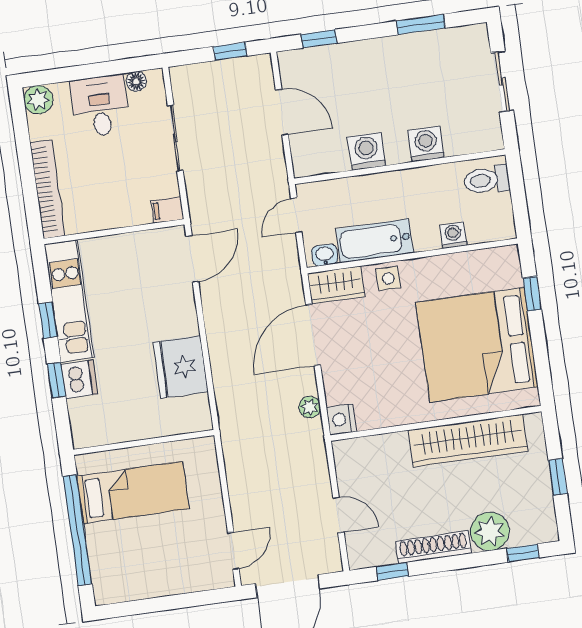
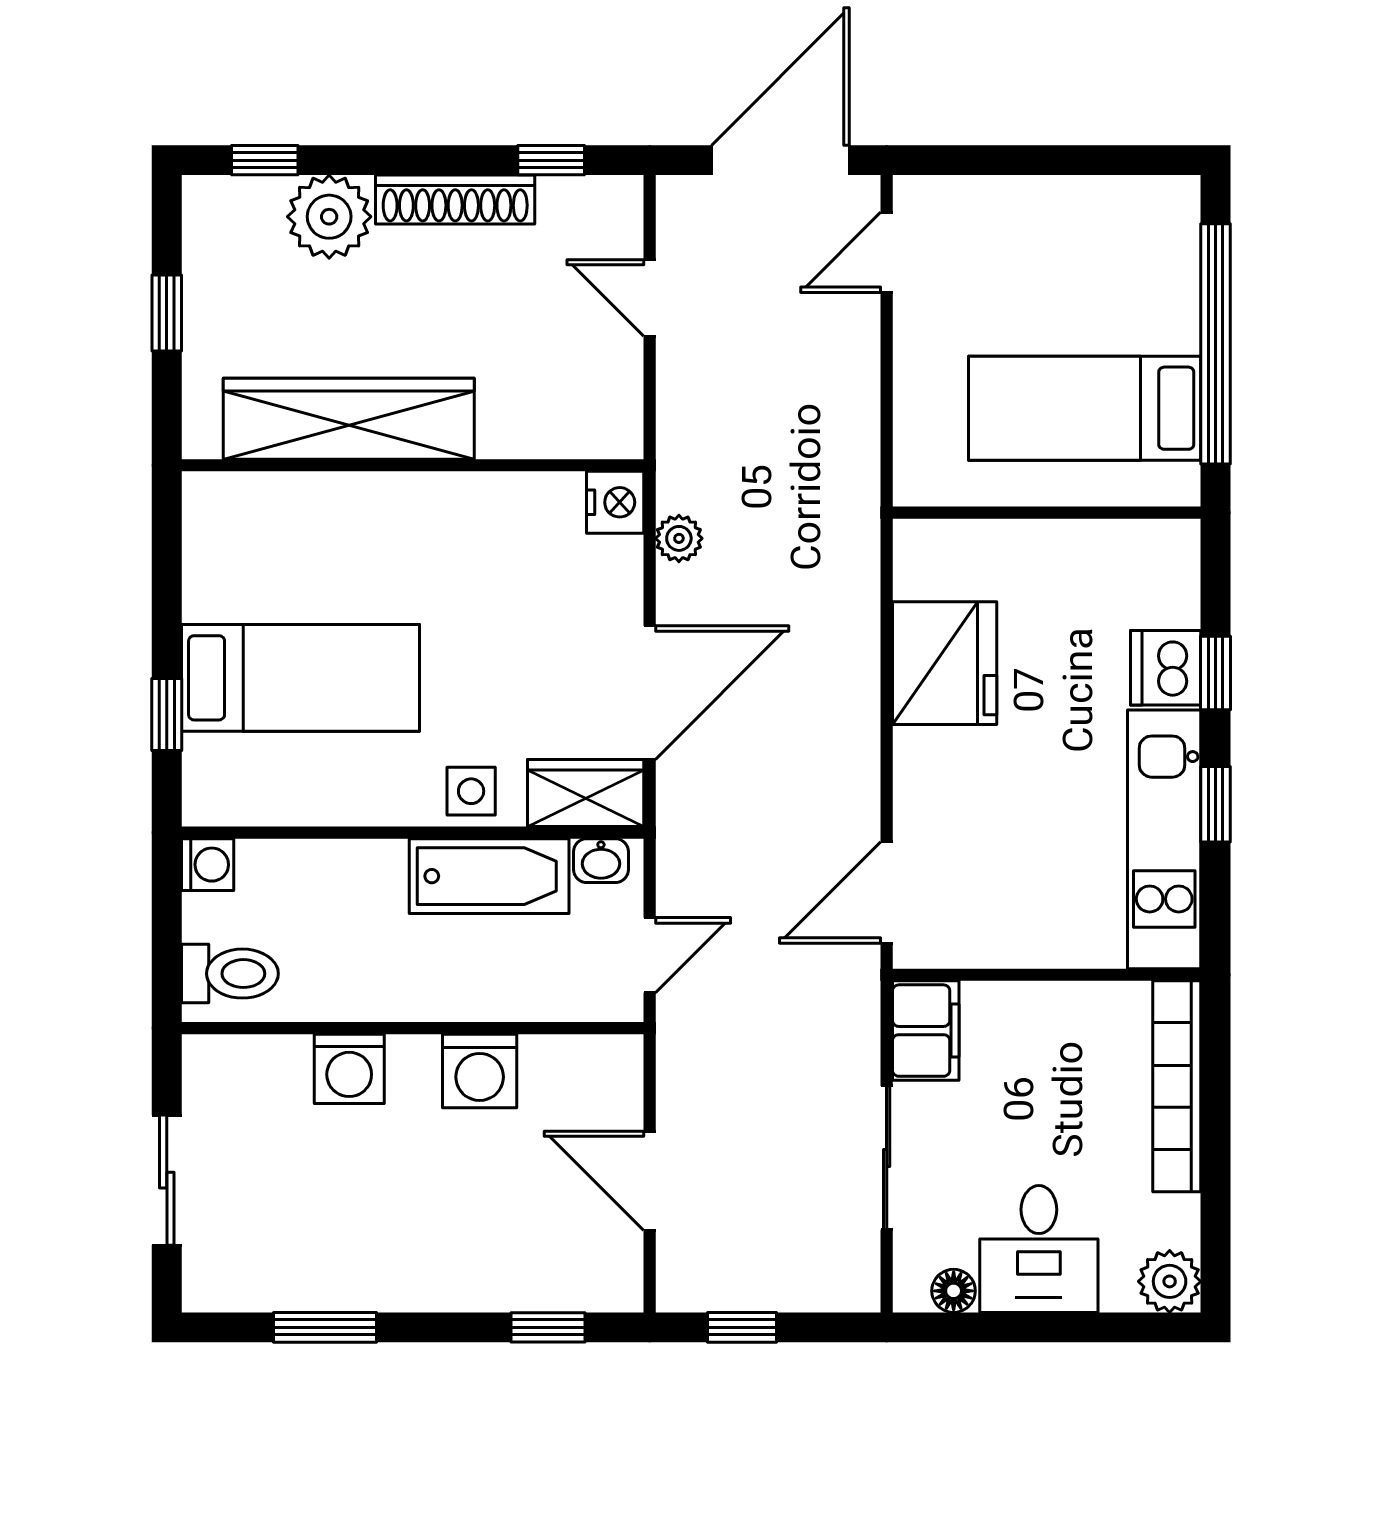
filing cabinet: (167, 210) -> (926, 1031), width x2.00
washing machine: (453, 235) -> (208, 865), moved, turned -90
bed: (477, 345) -> (300, 678), width x0.49

